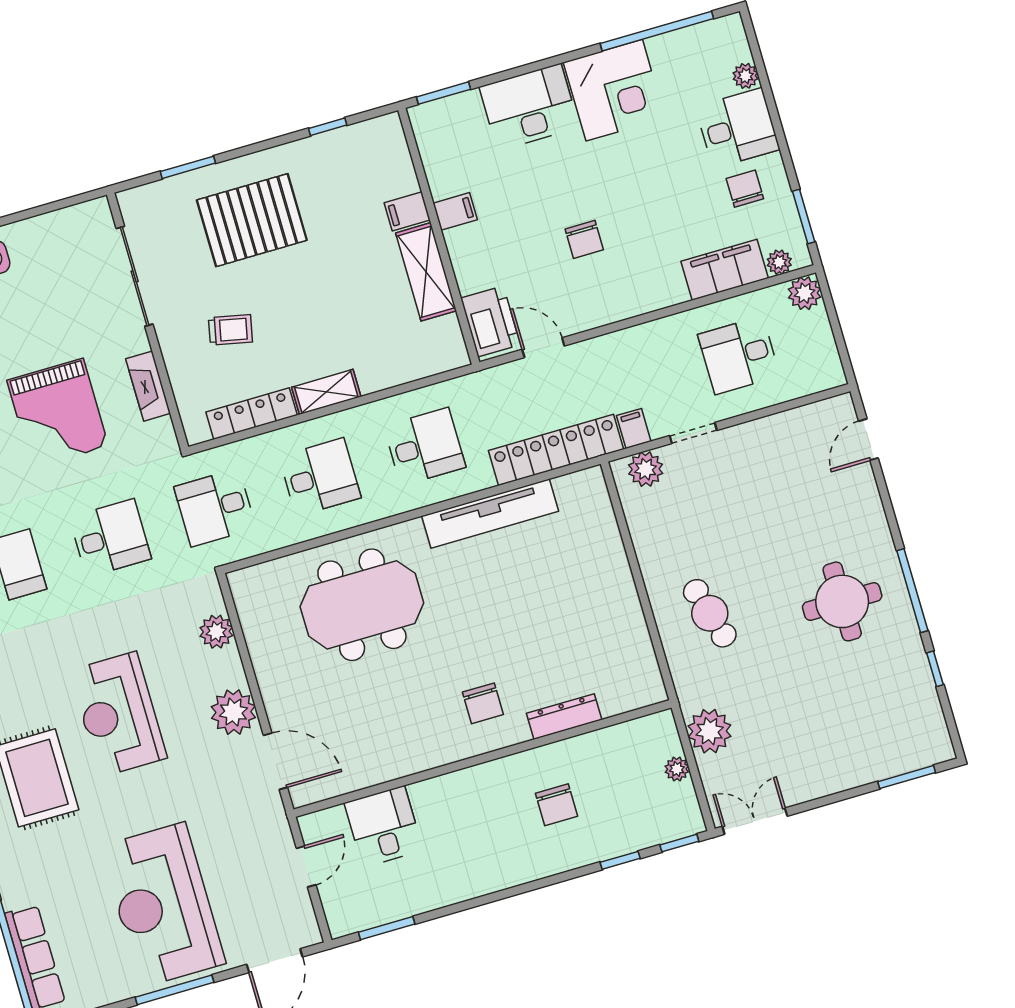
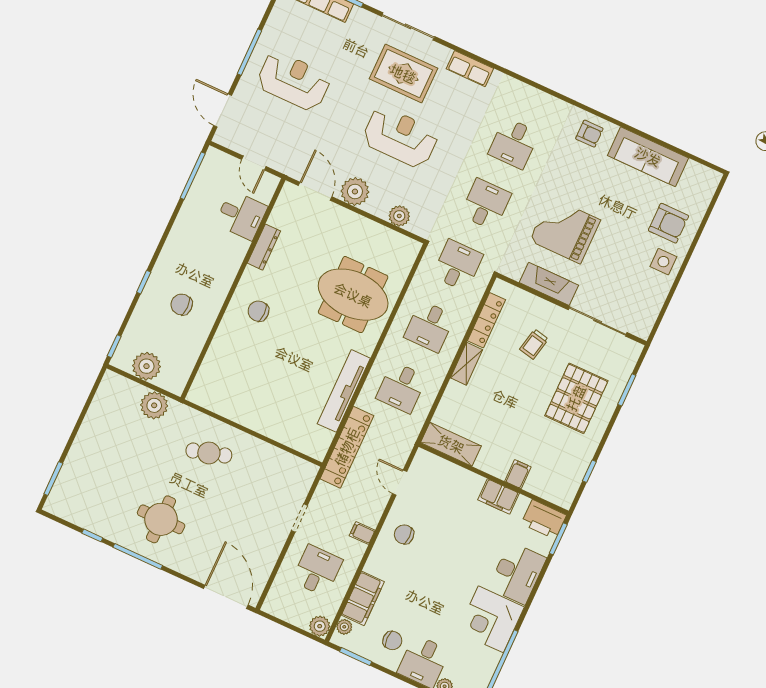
filing cabinet: (455, 211) -> (499, 497), width x2.00
chair: (584, 239) -> (404, 534), moved
shelving: (426, 272) -> (451, 444), moved
printer: (490, 321) -> (544, 519), moved
door: (543, 348) -> (400, 483), swing flipped
fireplace: (148, 386) -> (549, 284), width x1.37, depth x1.32
filing cabinet: (634, 428) -> (362, 533), moved, turned 180
door: (868, 440) -> (226, 597), width x1.87
plant: (646, 469) -> (302, 481), removed
desk: (110, 538) -> (486, 204), turned 180
meeting table: (362, 605) -> (353, 295), turned 90
dresser: (564, 717) -> (264, 247), moved
door: (275, 761) -> (315, 191), swing flipped
plant: (677, 769) -> (146, 366), width x1.88, depth x1.88
double door: (755, 821) -> (94, 390), removed
window: (620, 860) -> (144, 282), moved
reception desk: (163, 905) -> (294, 81), width x0.74, depth x0.77
window: (387, 928) -> (193, 176), width x1.44

